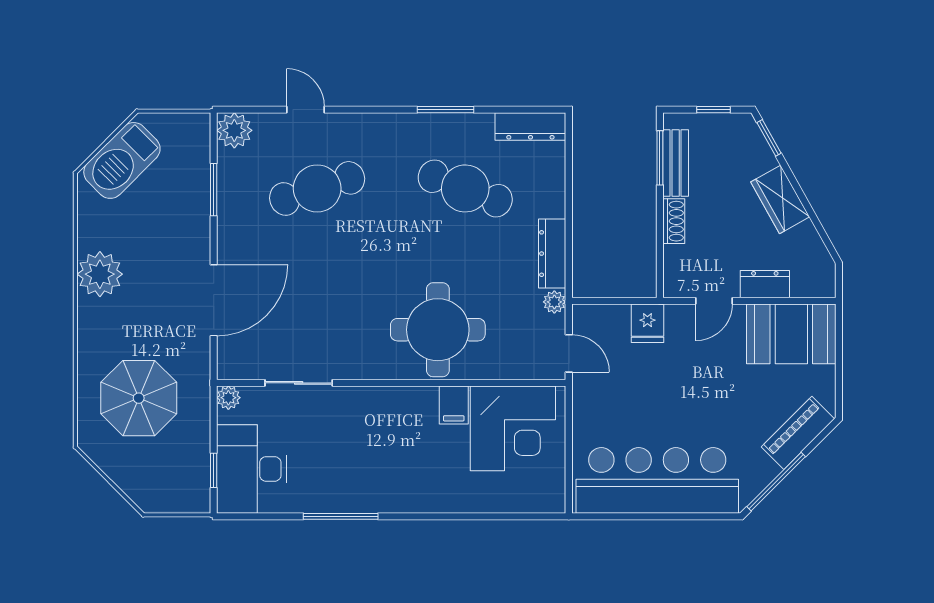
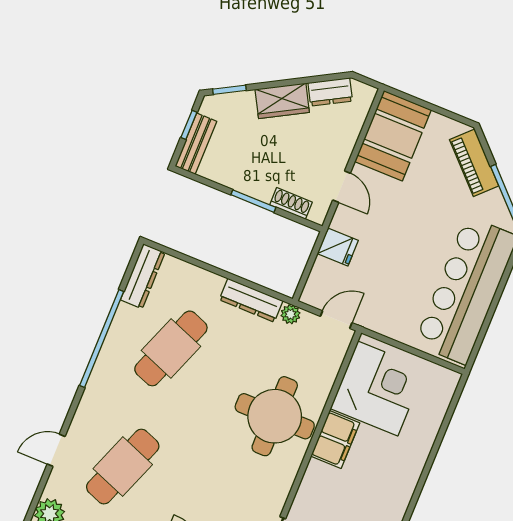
window: (446, 110) -> (102, 339), width x2.11
window: (660, 158) -> (253, 201), moved
bench: (676, 163) -> (196, 144), moved, turned 90
cafe table: (317, 188) -> (123, 467), turned 39
shoe rack: (674, 221) -> (291, 203), moved
dresser: (765, 284) -> (330, 92), moved, turned -119
filing cabinet: (454, 405) -> (335, 439), width x2.00

